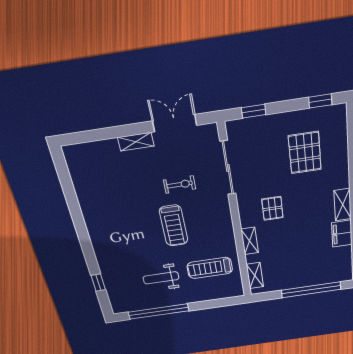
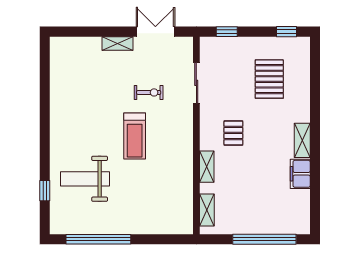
sliding door: (228, 168) -> (196, 83), width x0.73
treadmill: (210, 268) -> (162, 192), removed
weight bench: (161, 278) -> (85, 179), moved, width x1.36, depth x1.33

